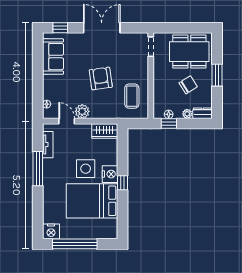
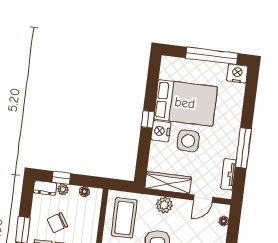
coffee table: (132, 96) -> (124, 218), width x1.36, depth x1.32
plant: (82, 111) -> (164, 205), moved
door: (67, 121) -> (203, 199), hinge flipped
window: (169, 124) -> (61, 178), moved
wardrobe: (105, 131) -> (168, 183), width x1.50

